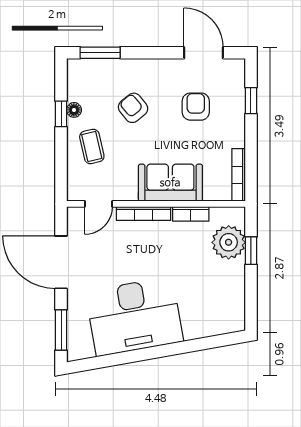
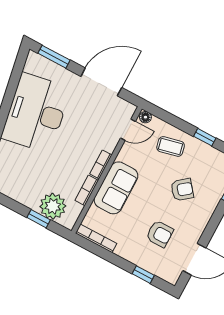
floor lamp: (74, 110) -> (145, 117), moved
door: (99, 204) -> (128, 130), swing flipped
bookcase: (144, 214) -> (101, 164), width x0.64

